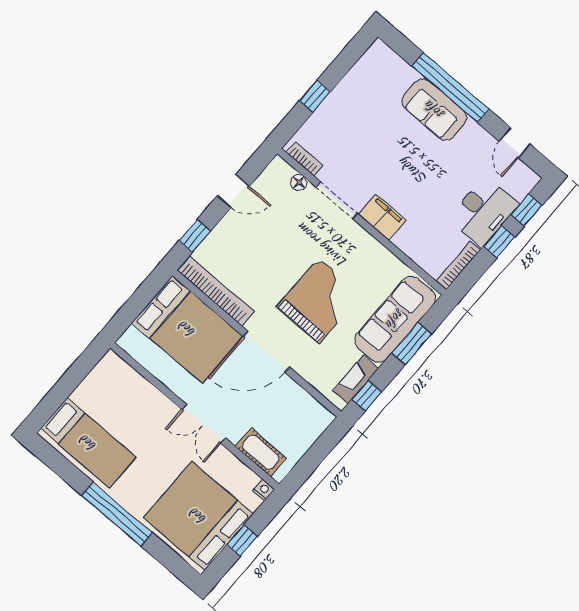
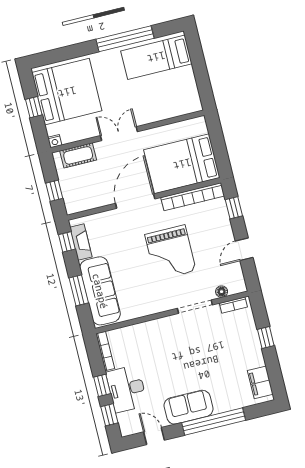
sofa: (434, 110) -> (189, 407), moved
filing cabinet: (382, 217) -> (260, 382), moved, turned 90
grand piano: (319, 301) -> (170, 253), moved
window: (319, 451) -> (54, 191), added
window: (117, 514) -> (125, 39), moved

